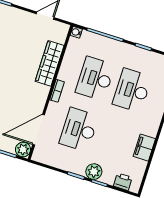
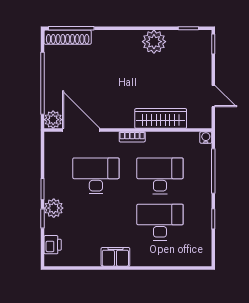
filing cabinet: (144, 148) -> (115, 257), moved

